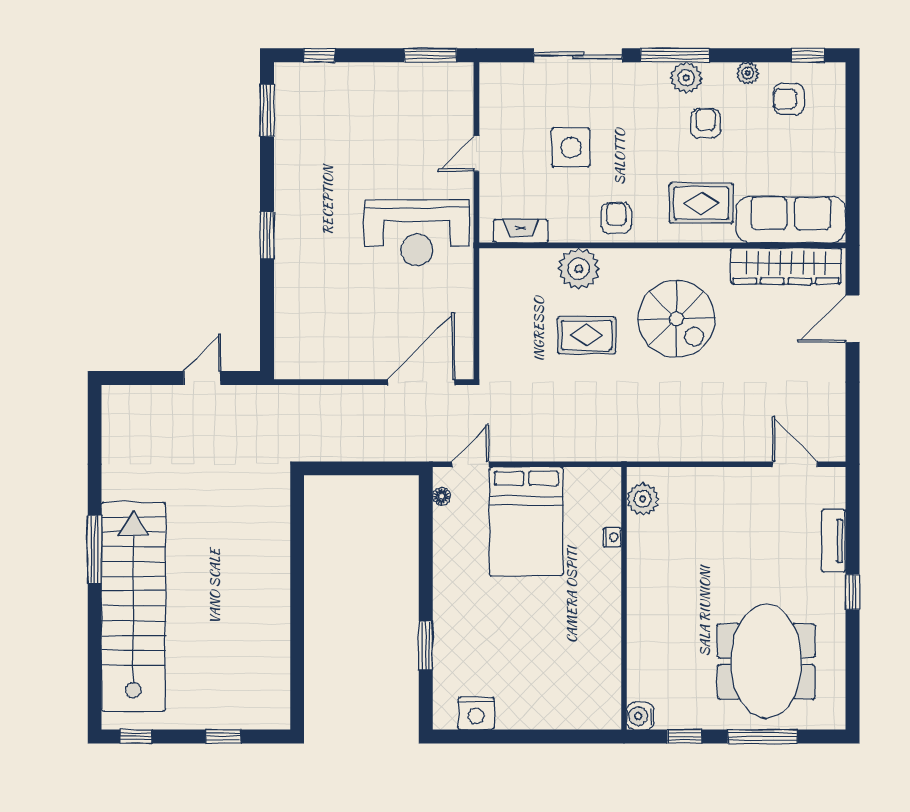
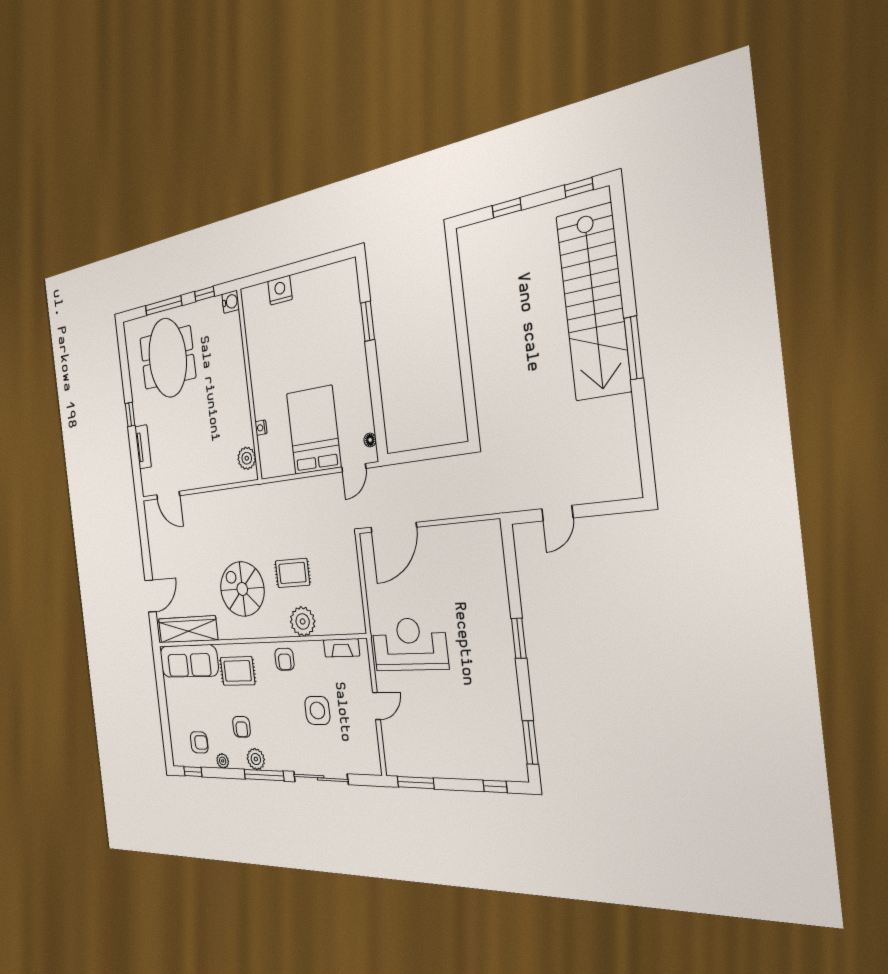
nightstand: (476, 713) -> (280, 290), moved

